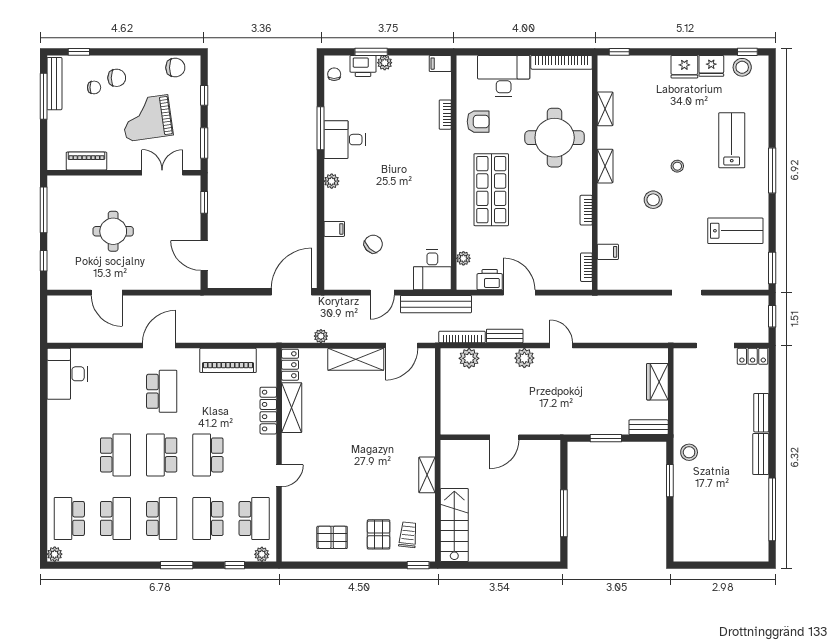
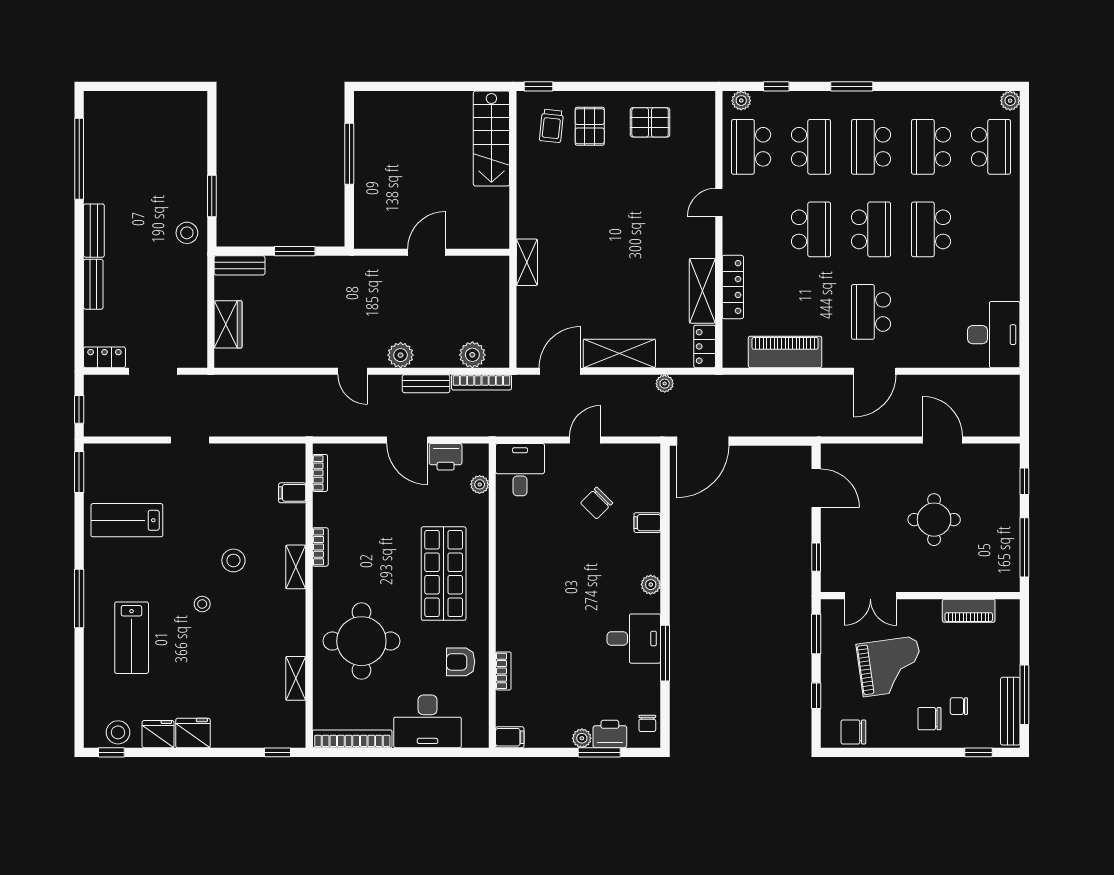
shelving: (605, 166) -> (296, 567), moved
bench: (436, 304) -> (515, 425), removed
shelving: (427, 475) -> (527, 262), moved

